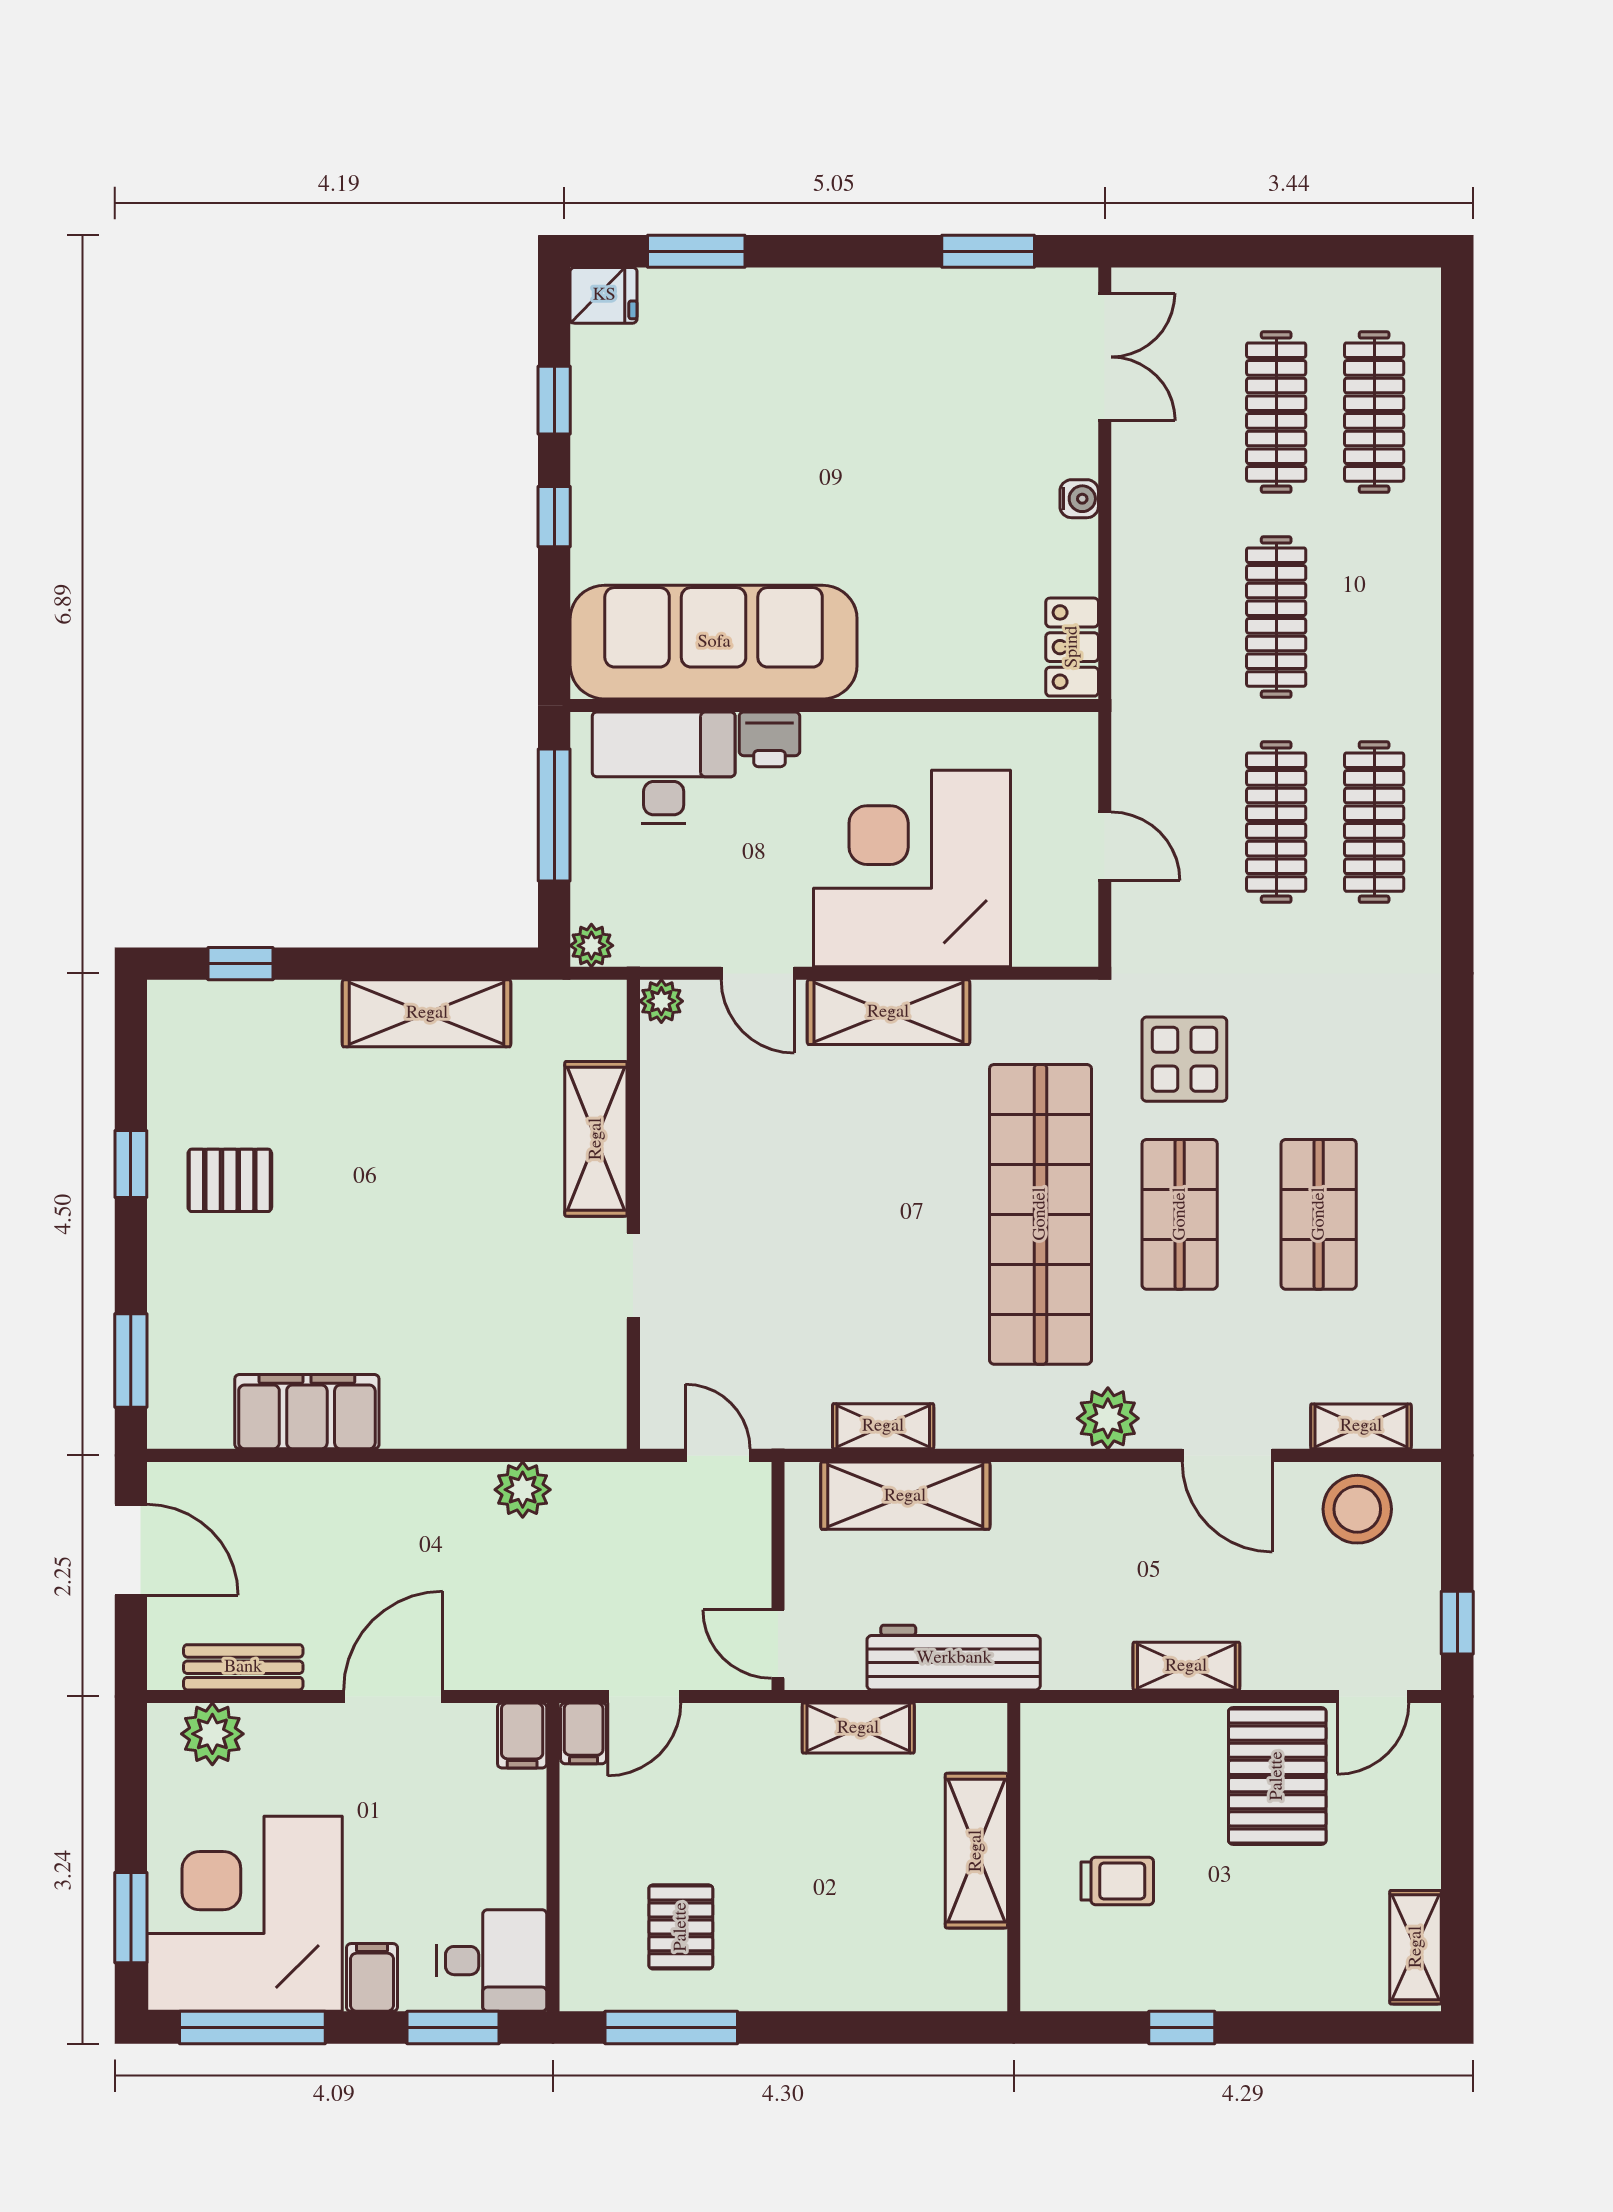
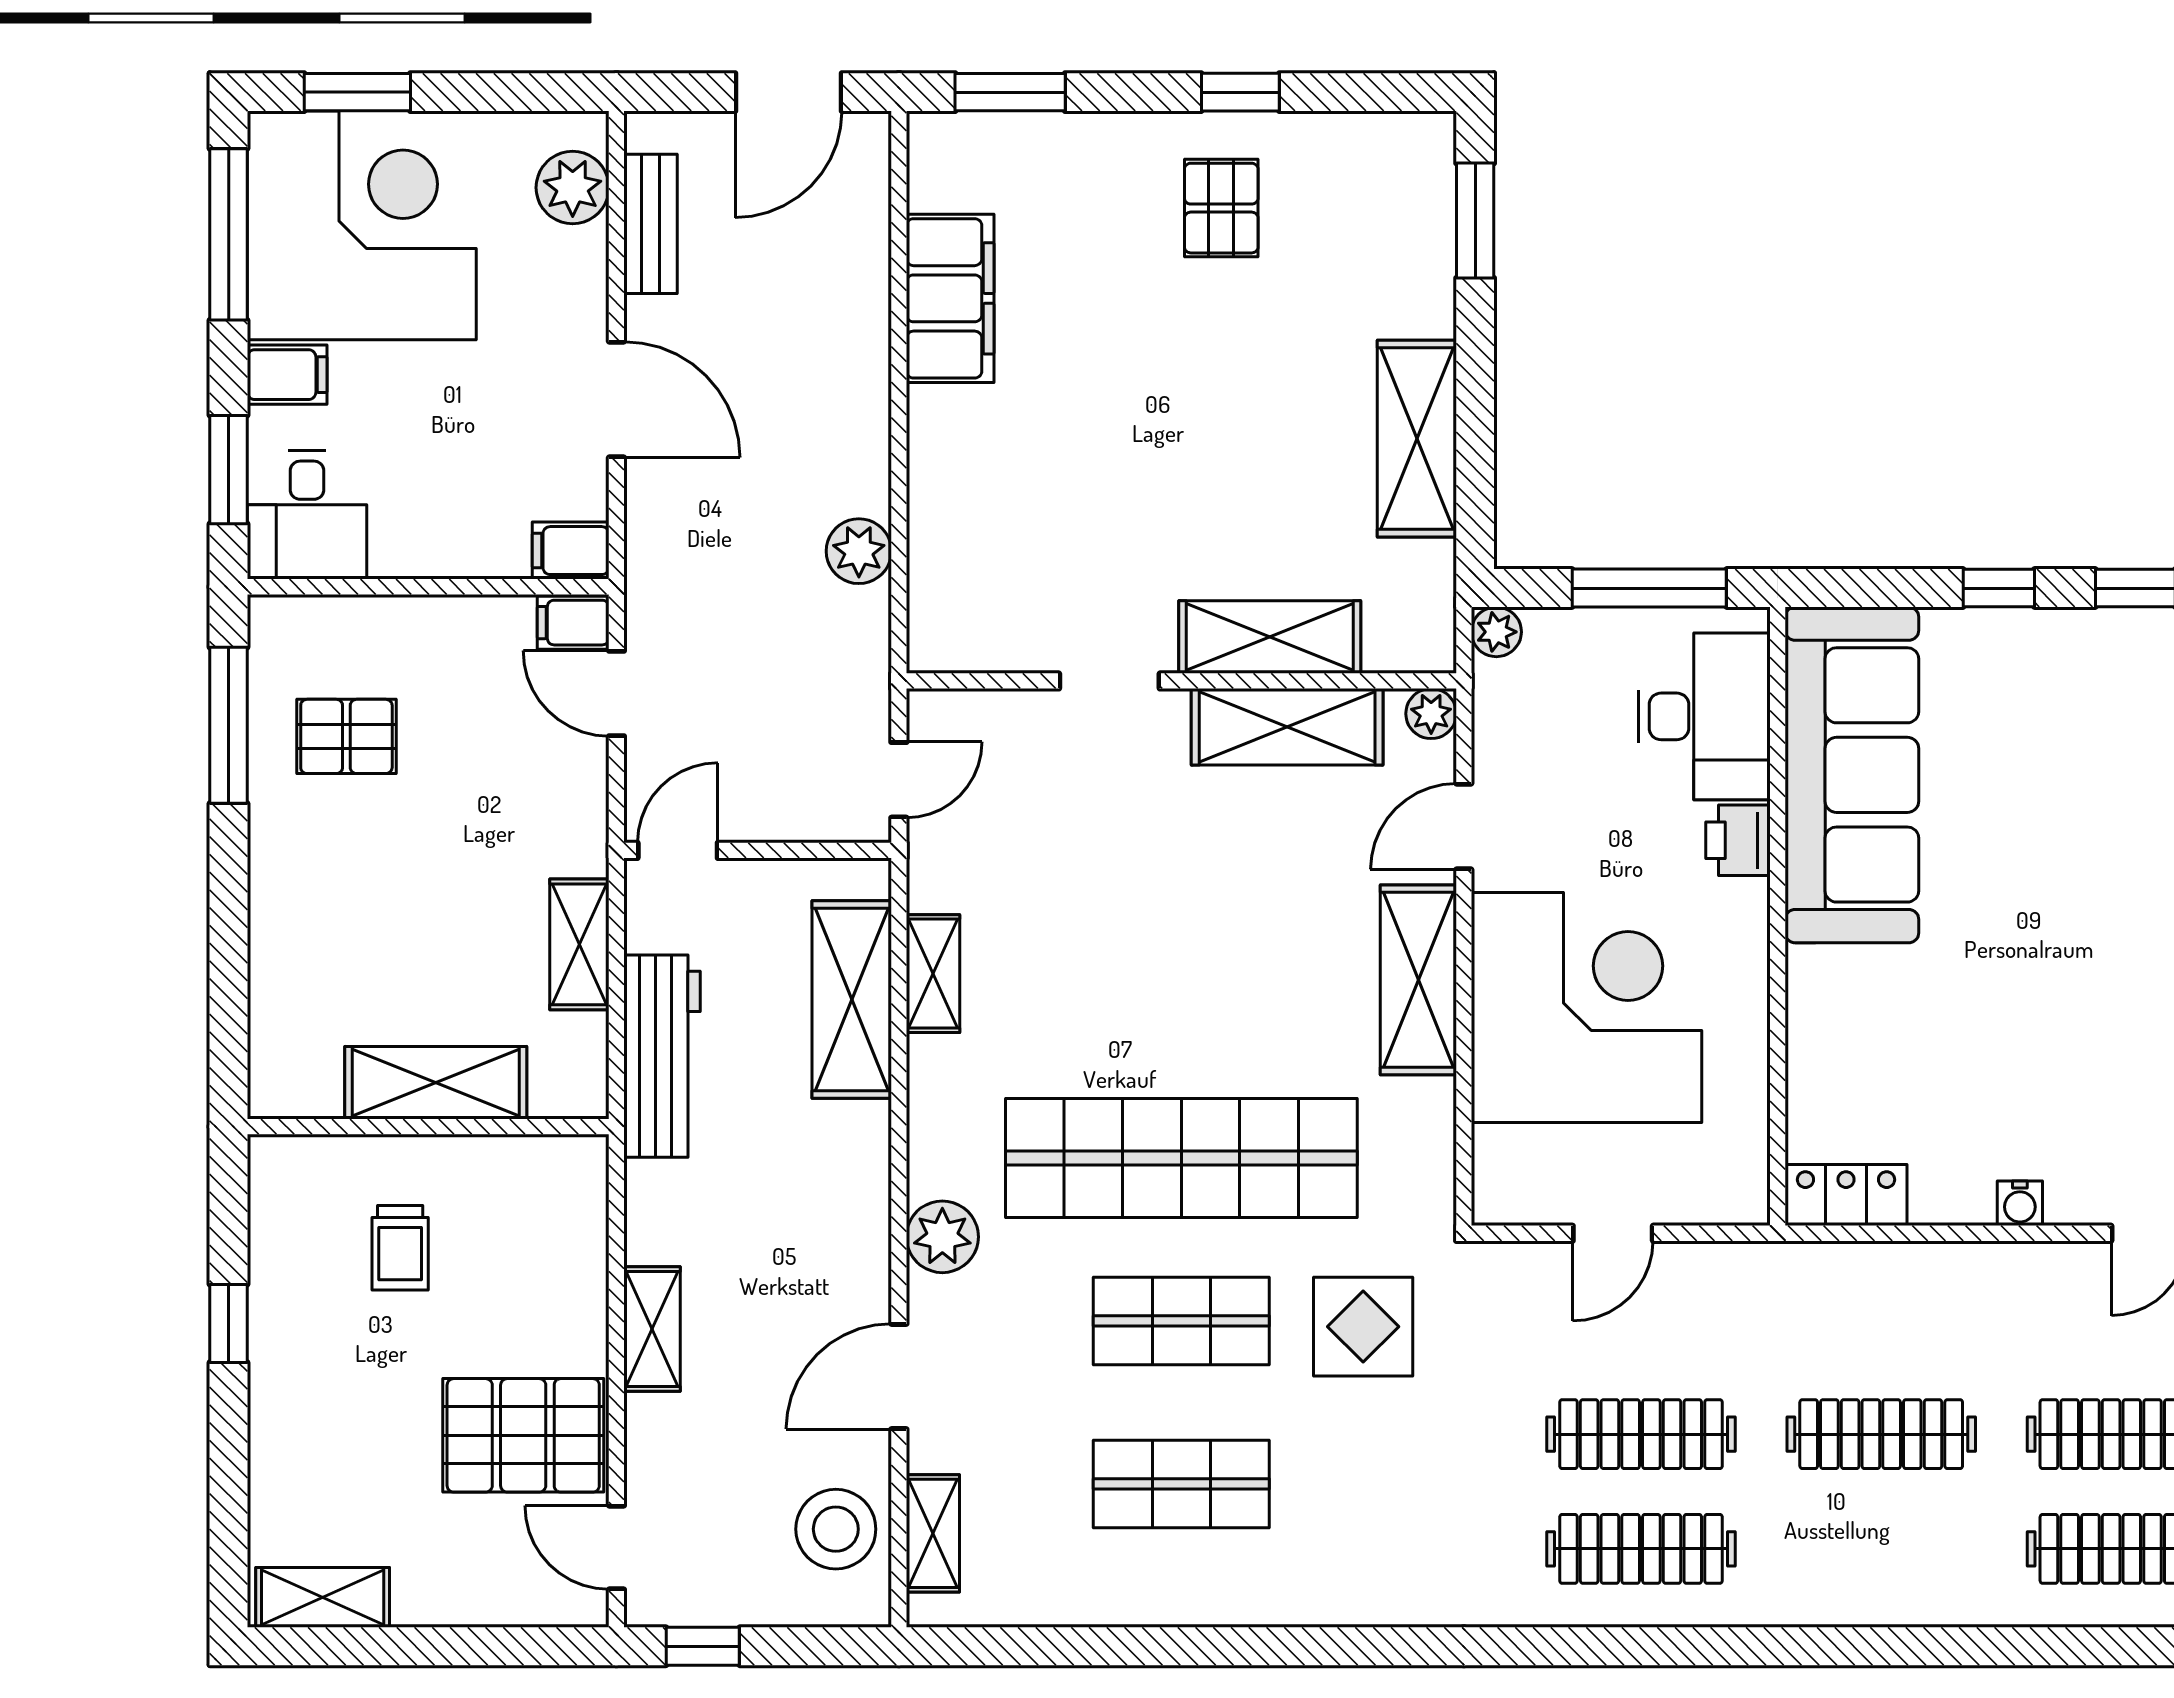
window: (241, 964) -> (1475, 221), width x1.50
shelving: (672, 1124) -> (1287, 727), added

